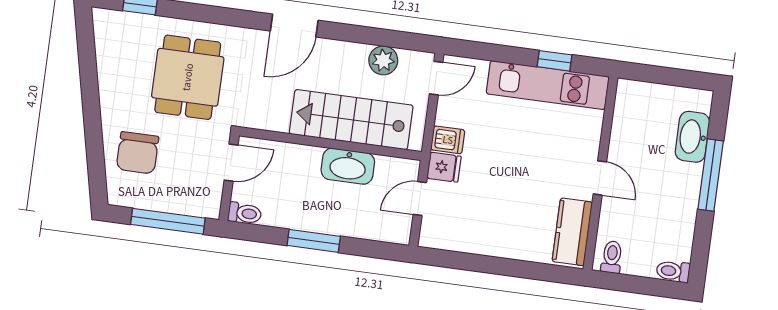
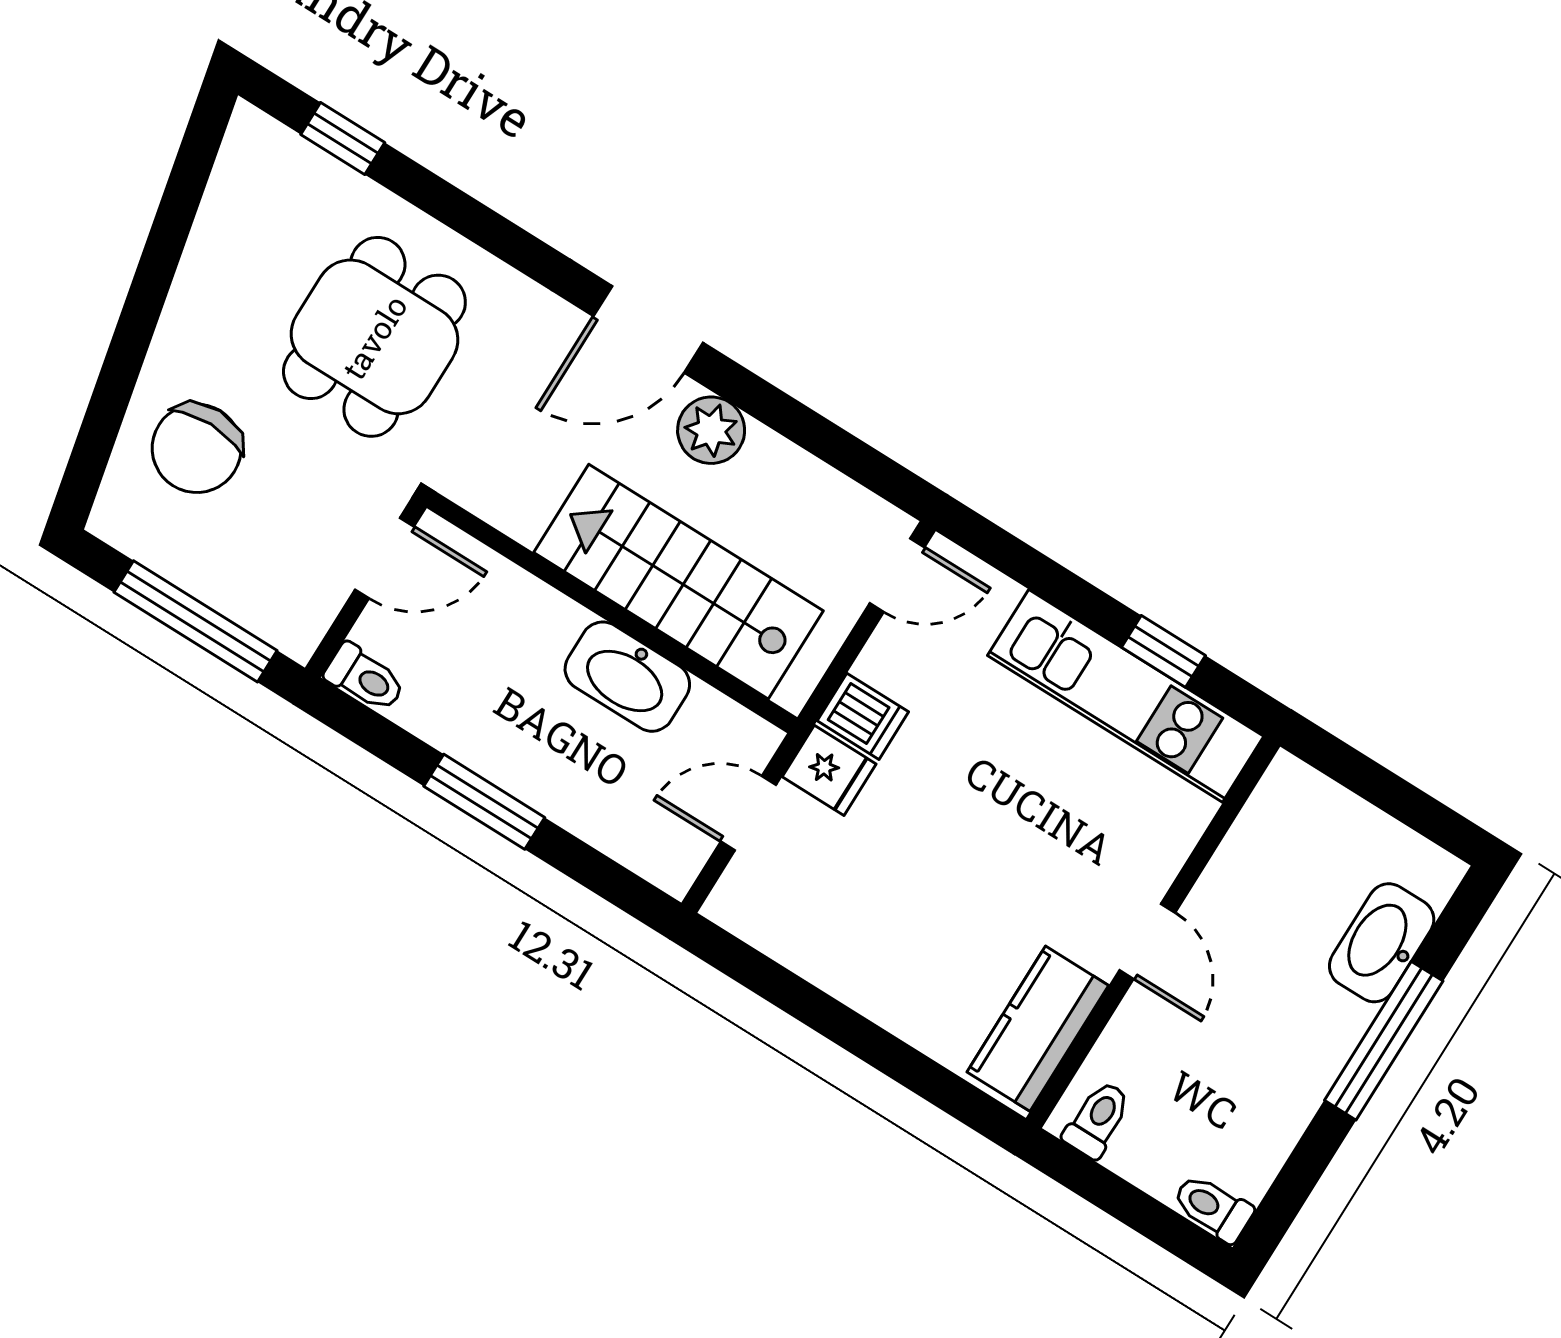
plant: (383, 60) -> (711, 430), moved

